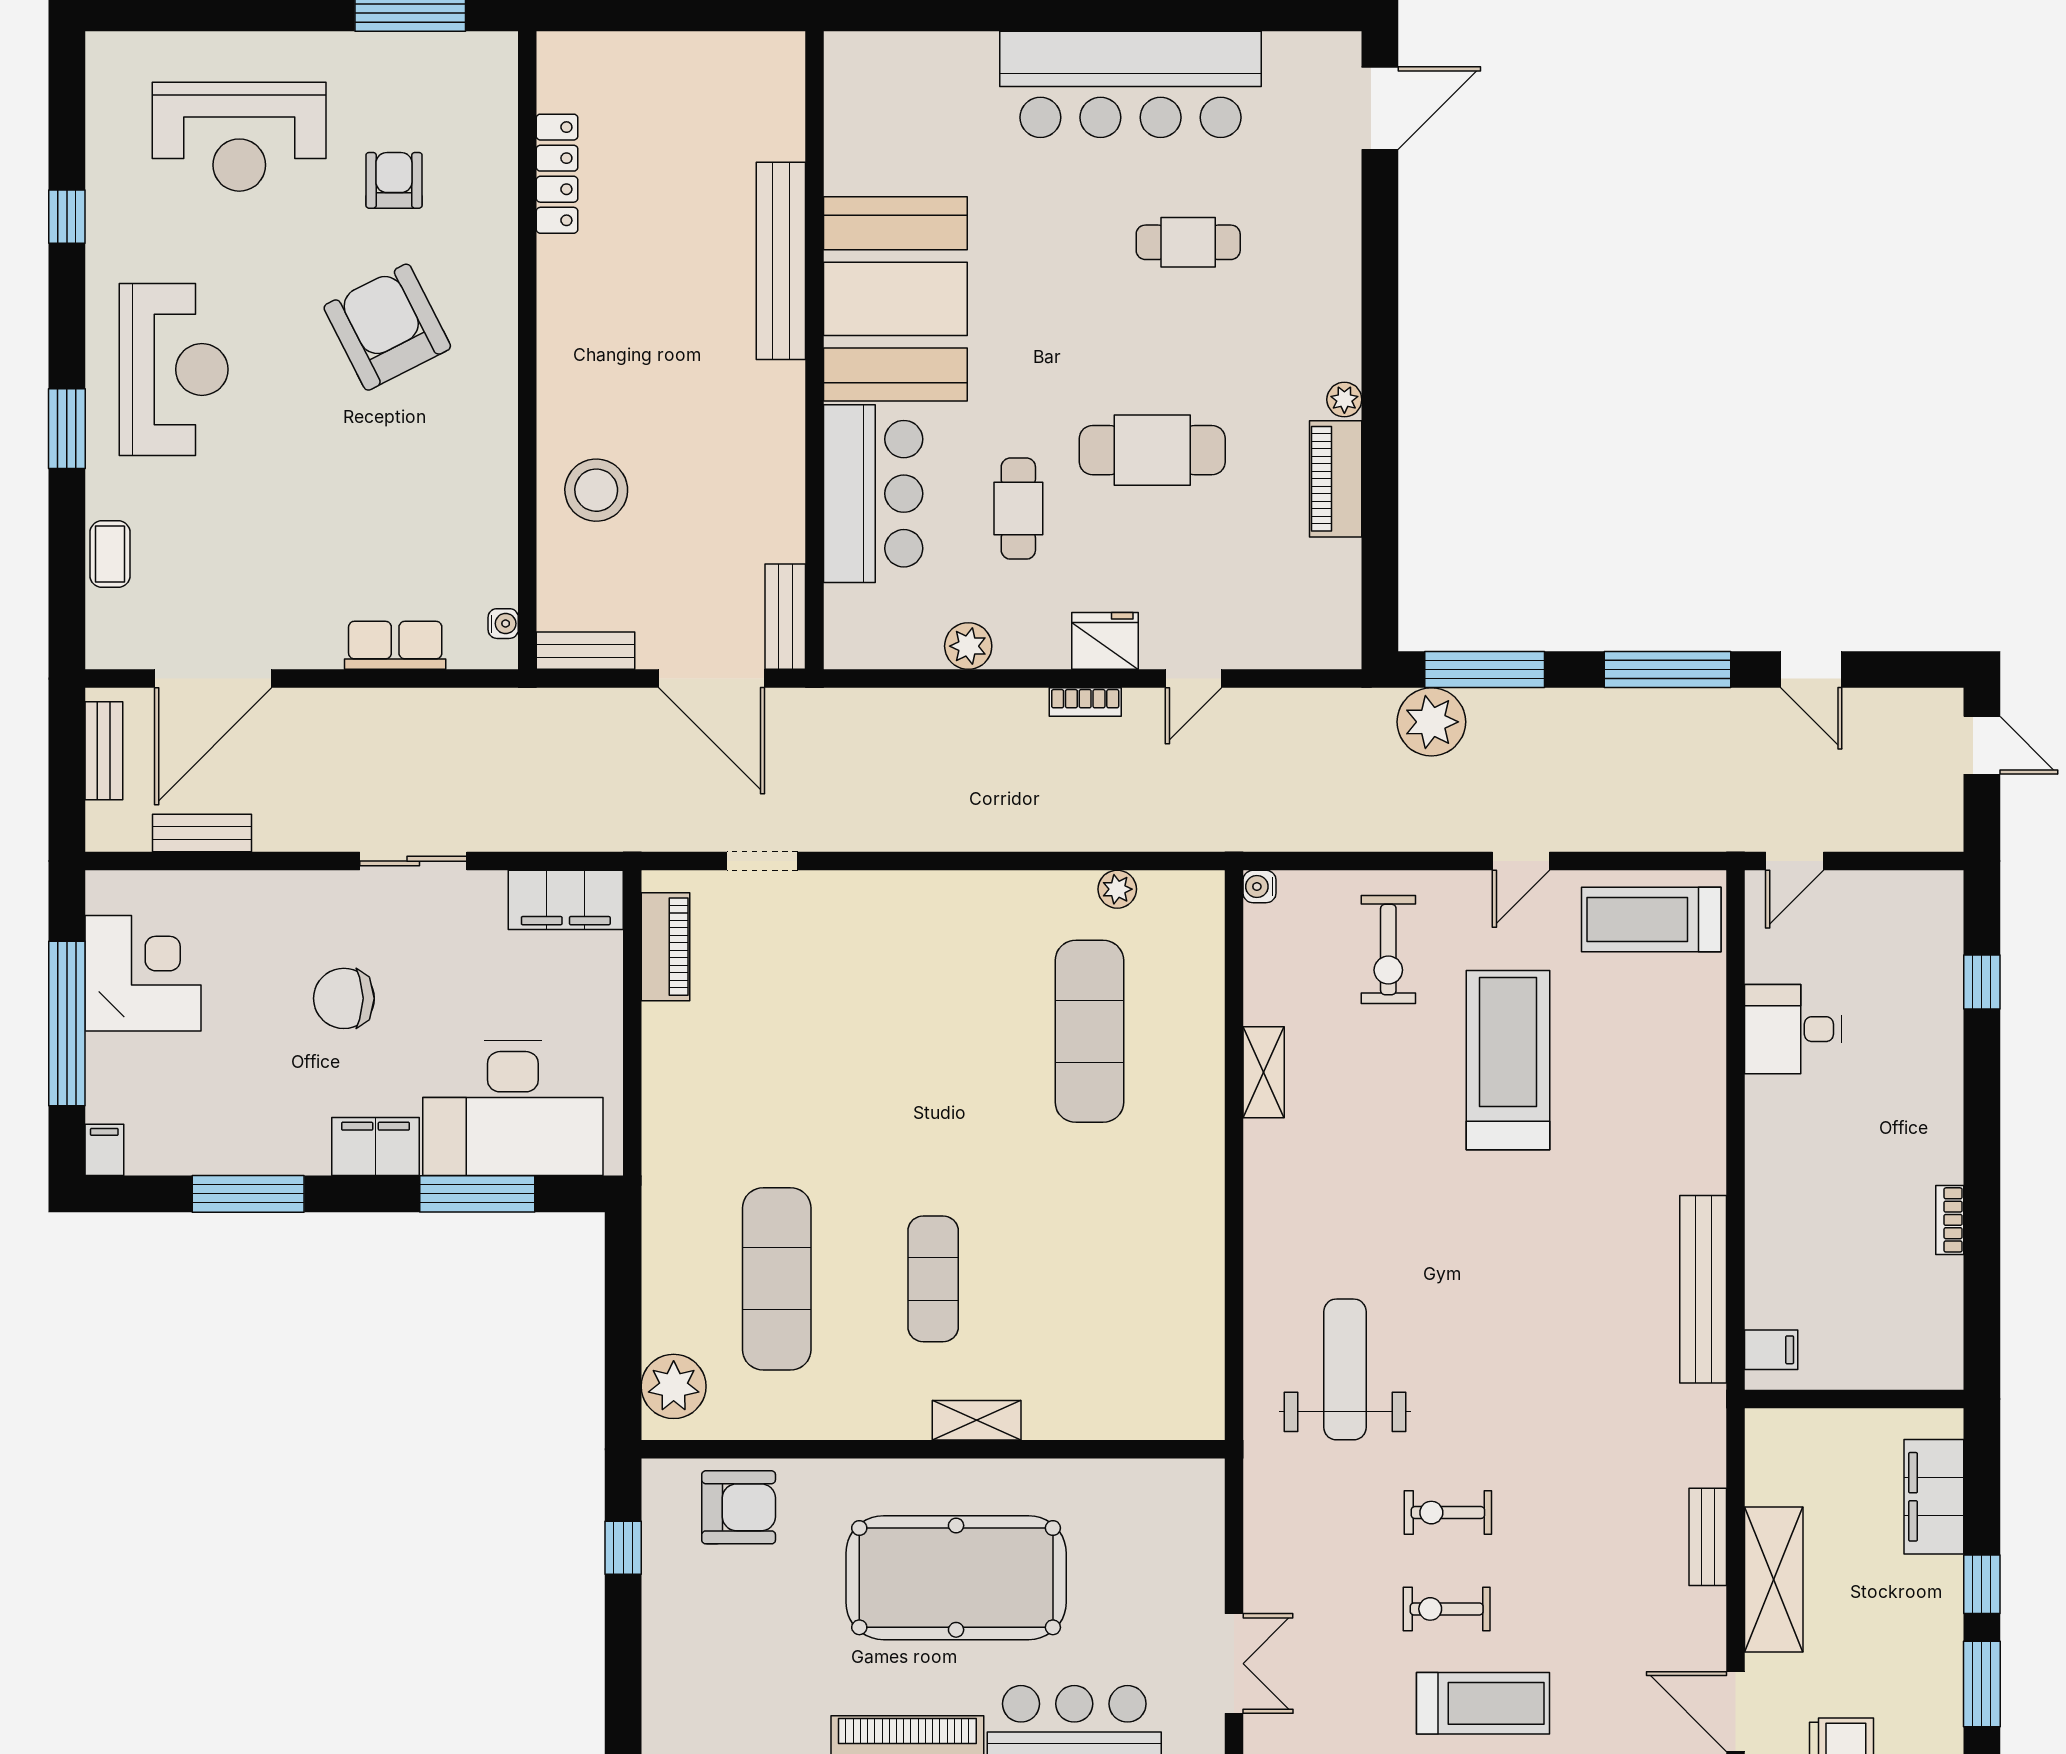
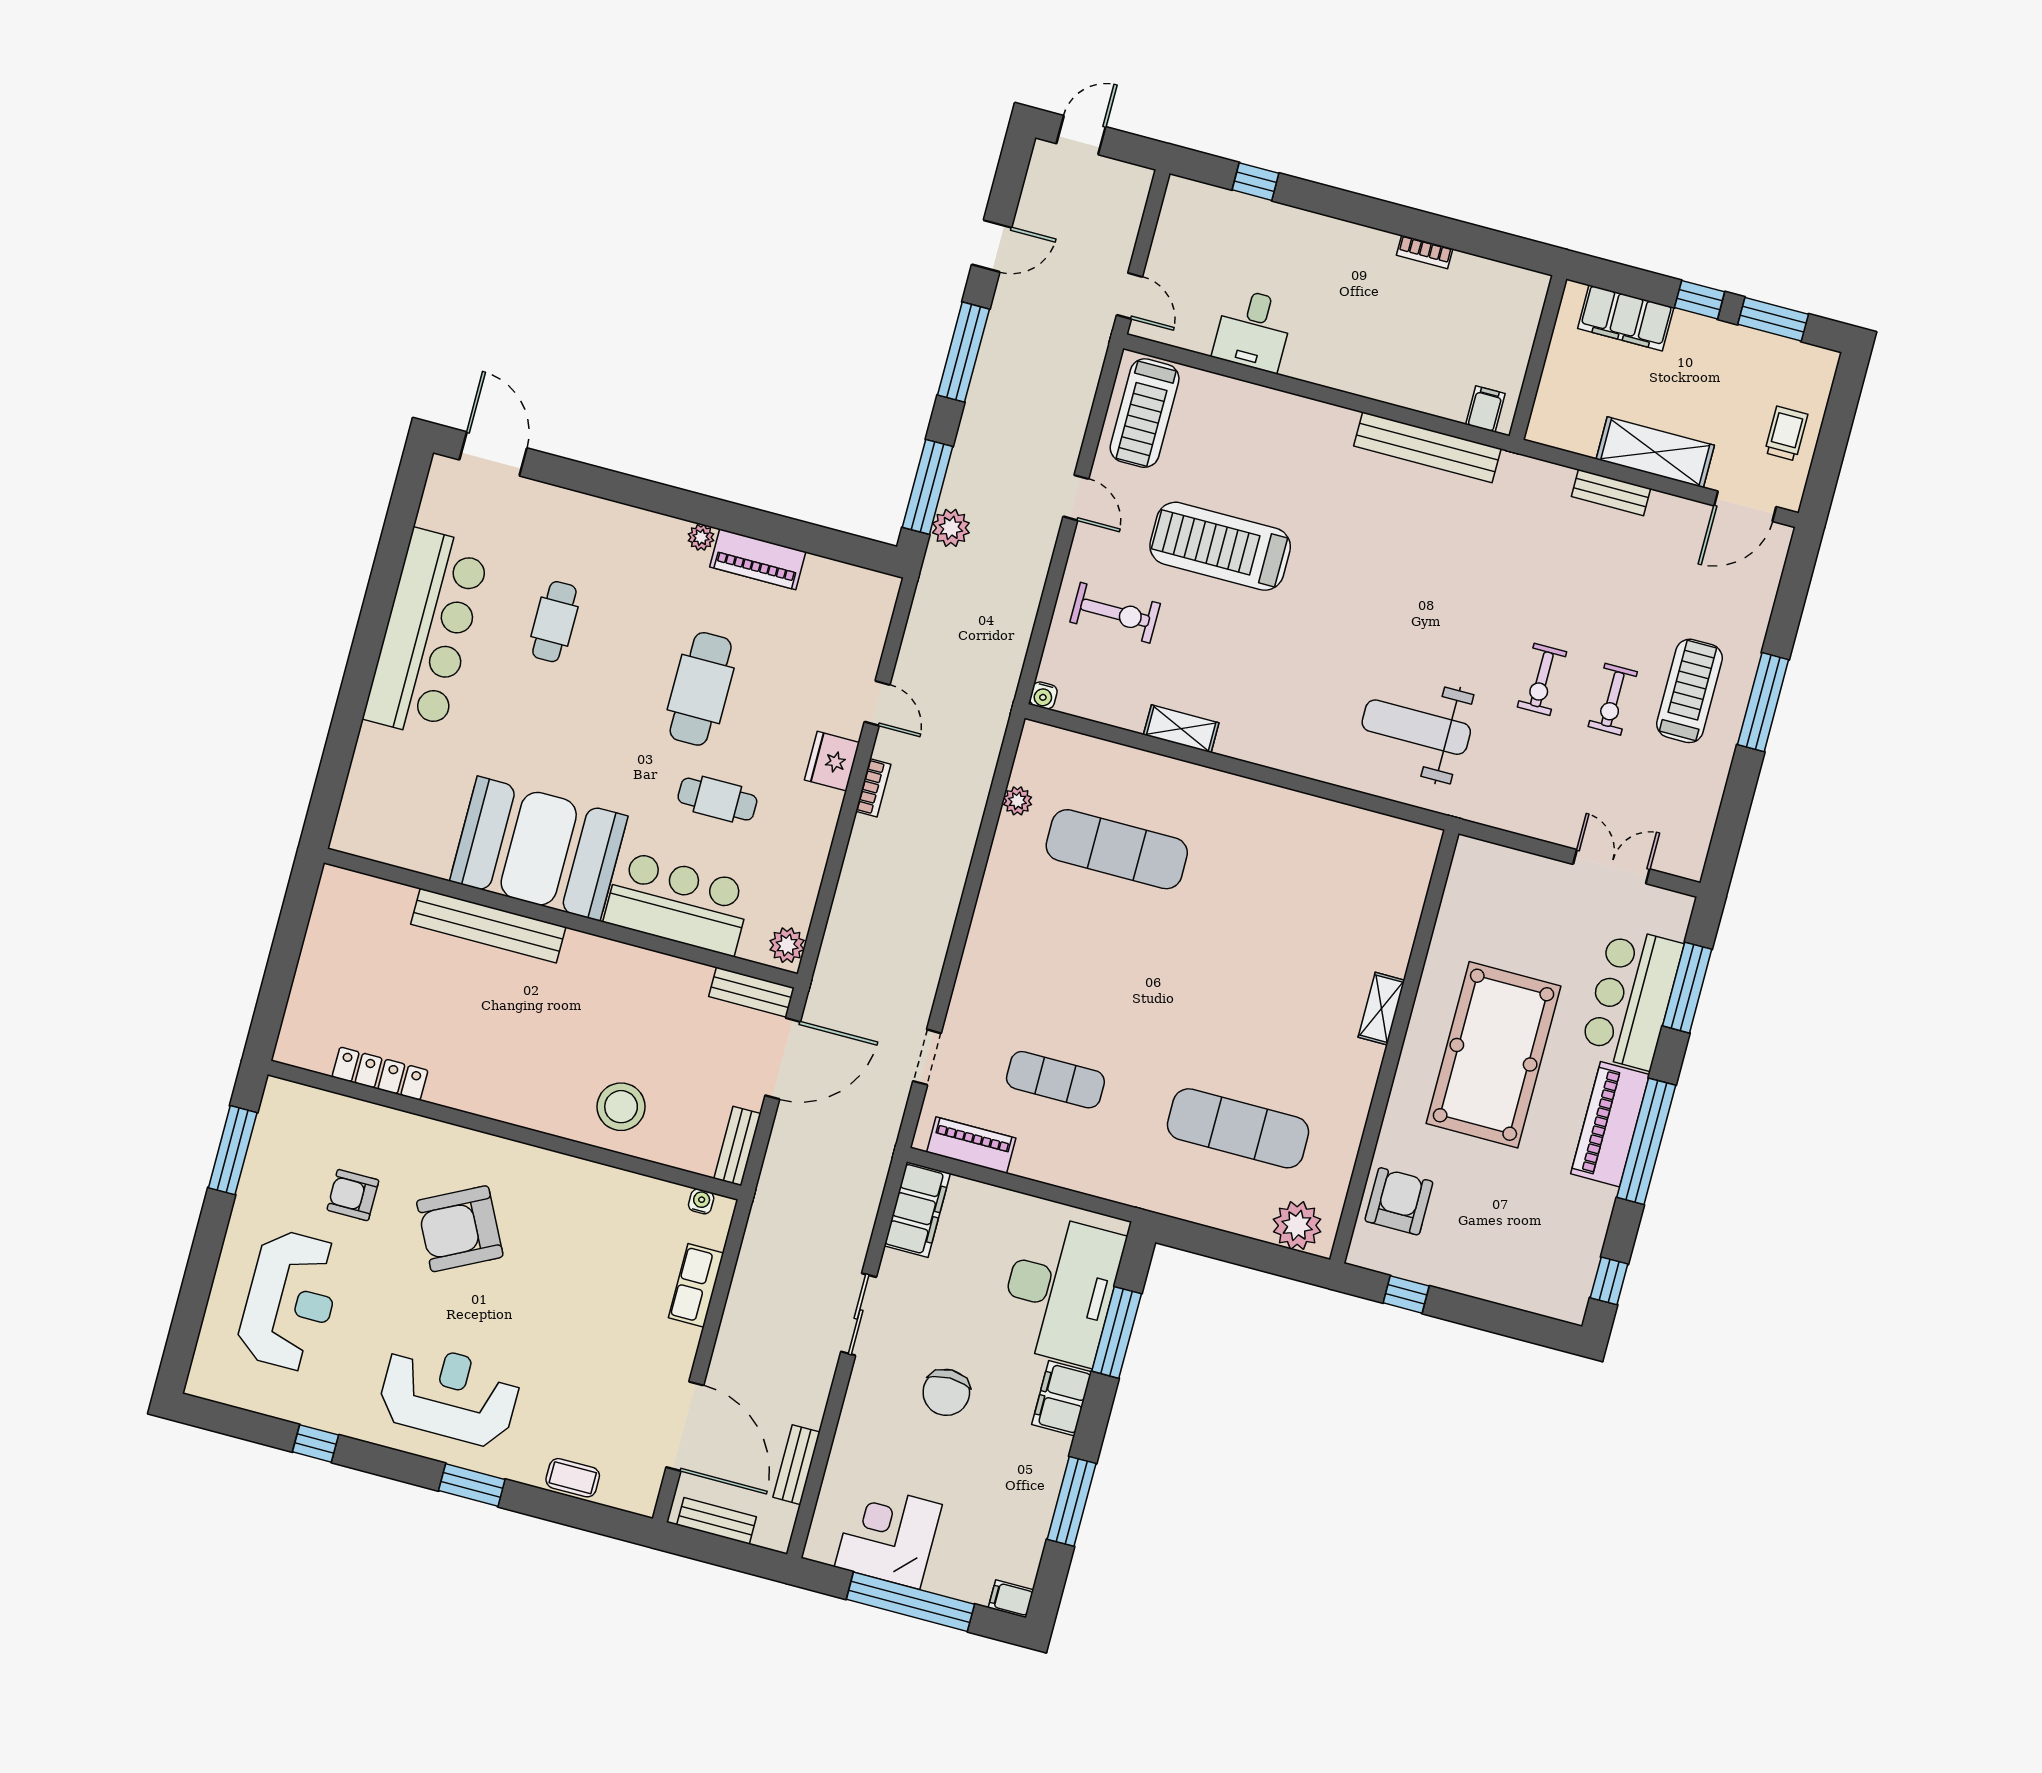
plant: (968, 646) -> (787, 945), moved
plant: (1431, 722) -> (951, 528), width x0.73, depth x0.73
exercise mat: (933, 1279) -> (1055, 1080), moved

